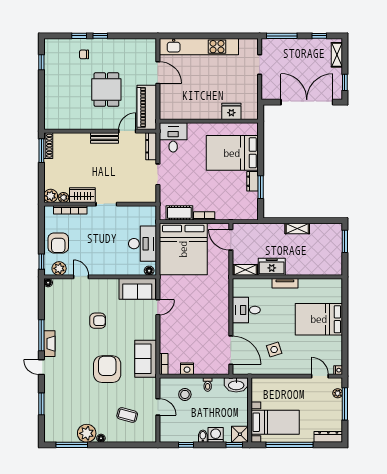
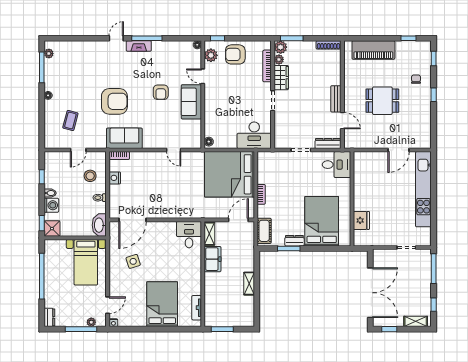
window: (79, 36) -> (434, 58), moved
piano: (147, 107) -> (373, 50), moved, turned 180
window: (41, 151) -> (292, 38), moved
cot: (179, 213) -> (264, 231), moved
window: (345, 241) -> (222, 329), moved
desk: (143, 244) -> (254, 135), moved
door: (81, 277) -> (203, 76), swing flipped
tv unit: (285, 283) -> (197, 308), moved
sofa: (137, 289) -> (191, 102), moved
desk: (246, 310) -> (189, 235), moved
window: (41, 404) -> (81, 38), removed
bed with nightstands: (275, 422) -> (86, 262), moved
plant: (87, 433) -> (49, 54), moved, width x0.53, depth x0.53
dresser: (328, 437) -> (49, 317), width x0.70

